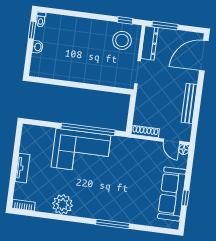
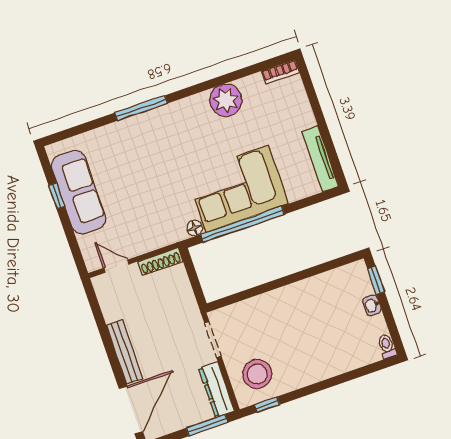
window: (32, 30) -> (376, 280), moved
bench: (189, 103) -> (125, 352), moved
floor lamp: (184, 150) -> (195, 228), moved
tv unit: (22, 168) -> (320, 159), moved, width x1.41

